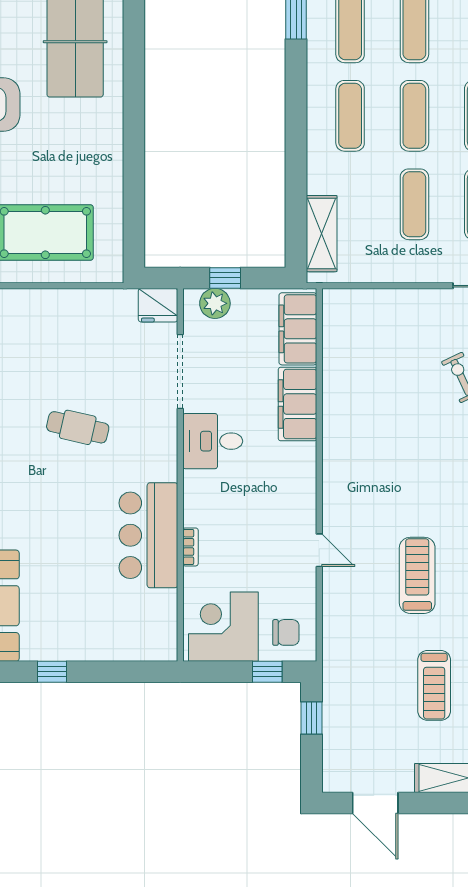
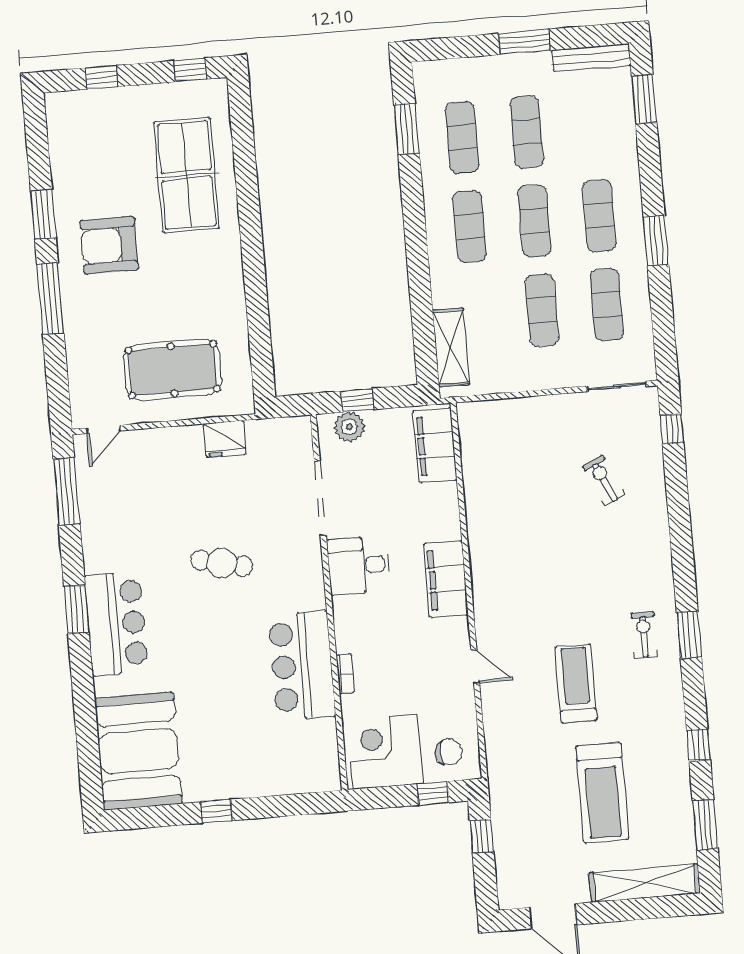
fridge: (158, 305) -> (225, 439), moved
filing cabinet: (297, 404) -> (446, 579), moved
treadmill: (434, 685) -> (602, 793), width x1.37, depth x1.38

